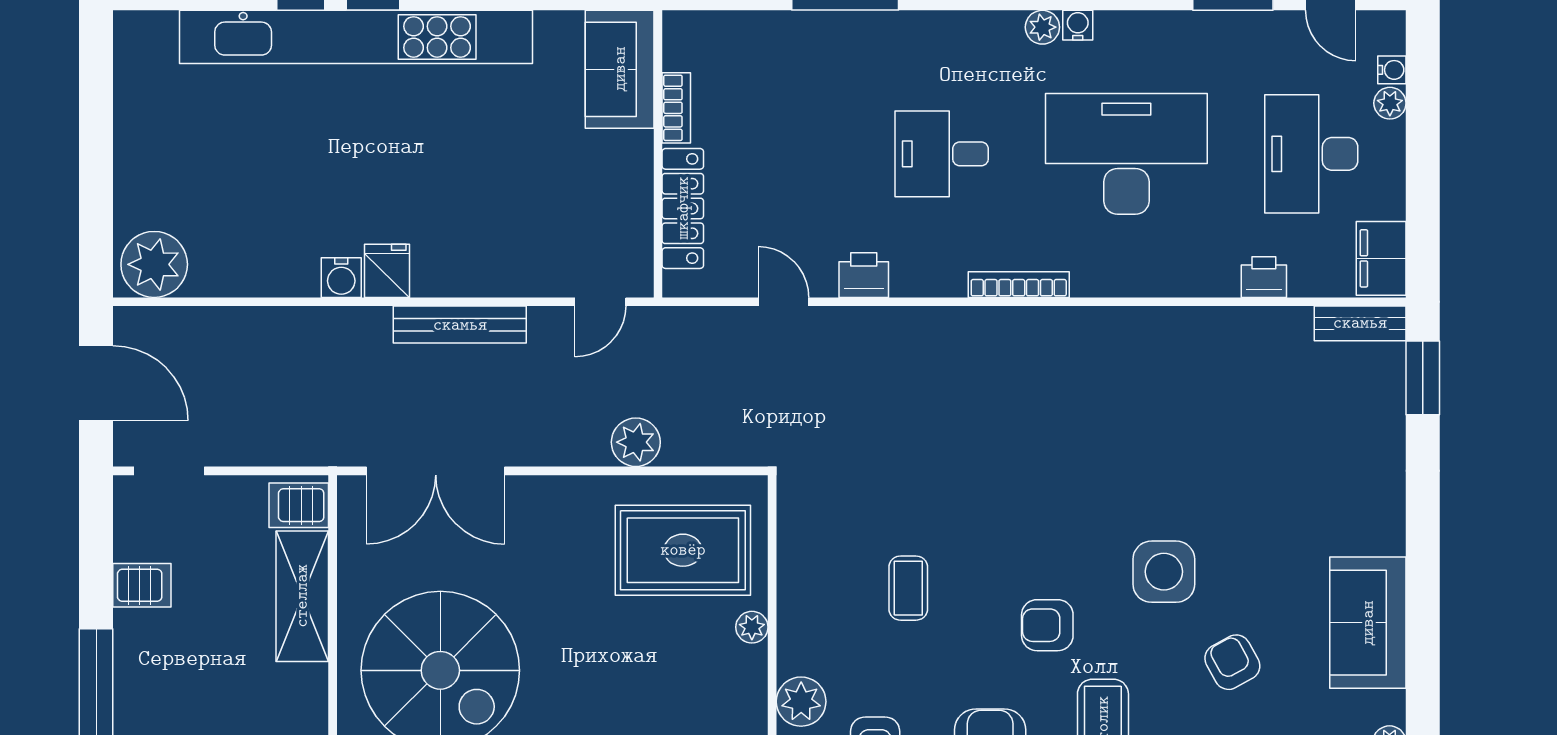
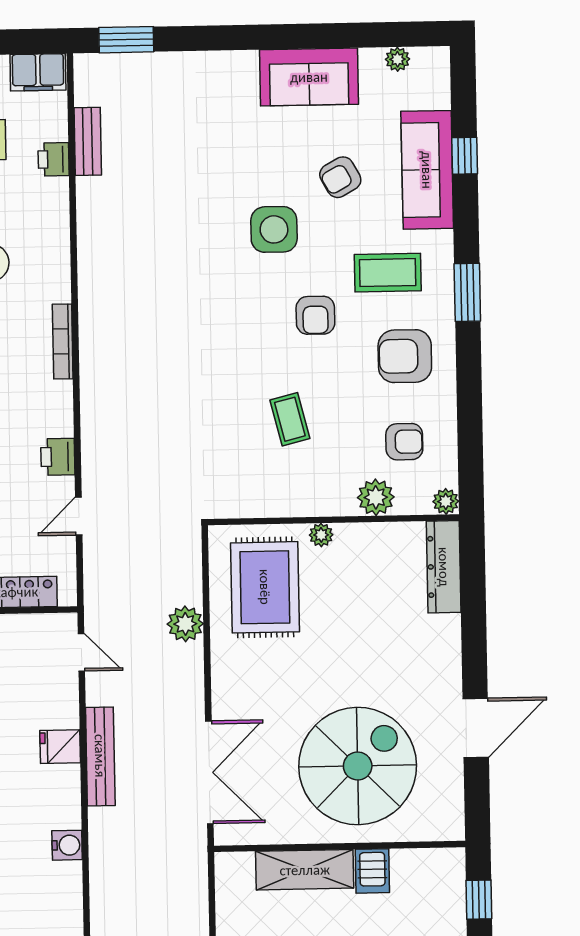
fridge: (387, 271) -> (60, 747), moved
bench: (1360, 323) -> (88, 141), moved
server rack: (299, 505) -> (372, 871), moved
coffee table: (908, 588) -> (290, 419), turned 76

